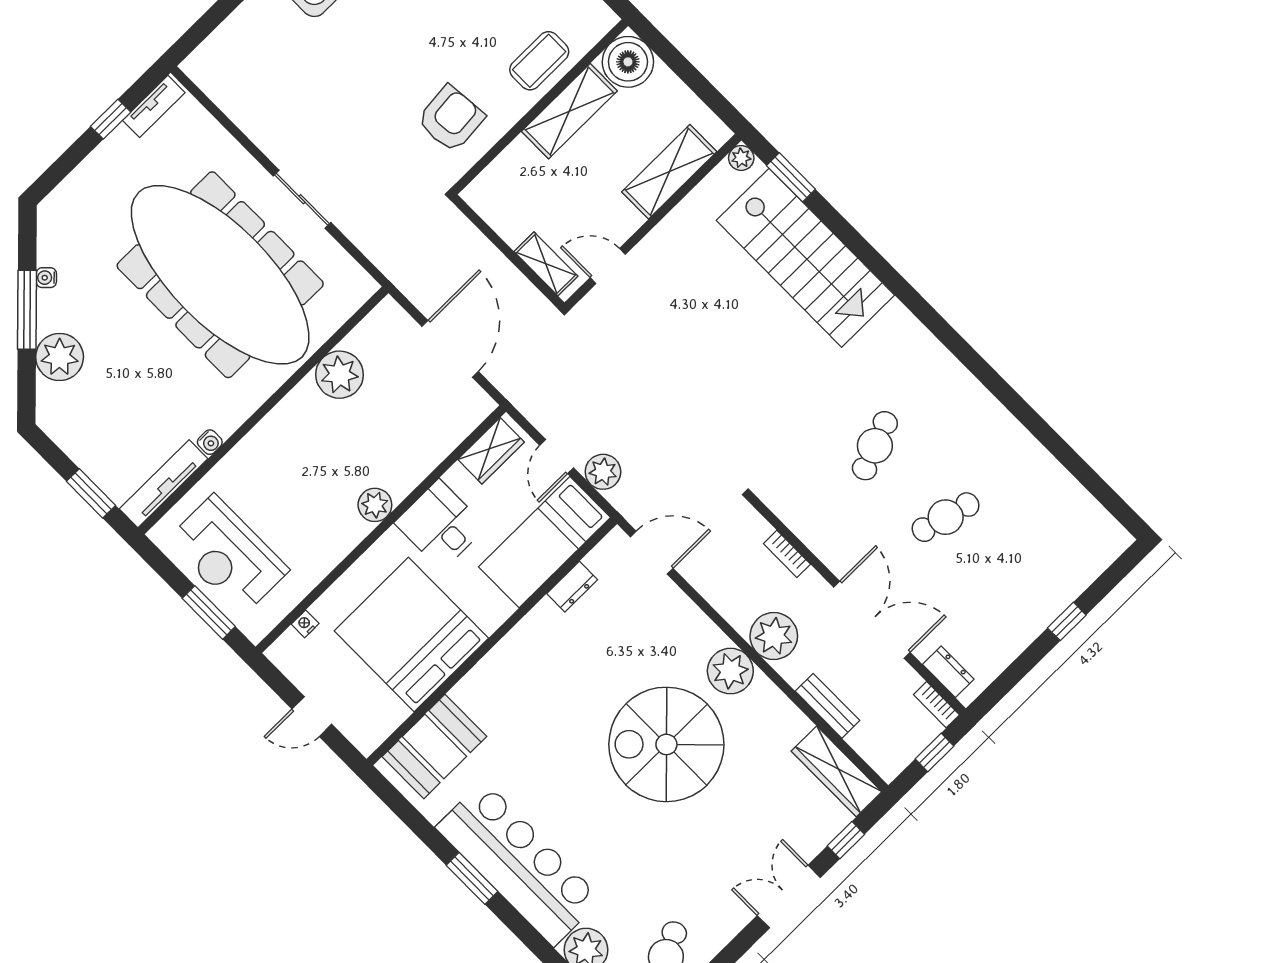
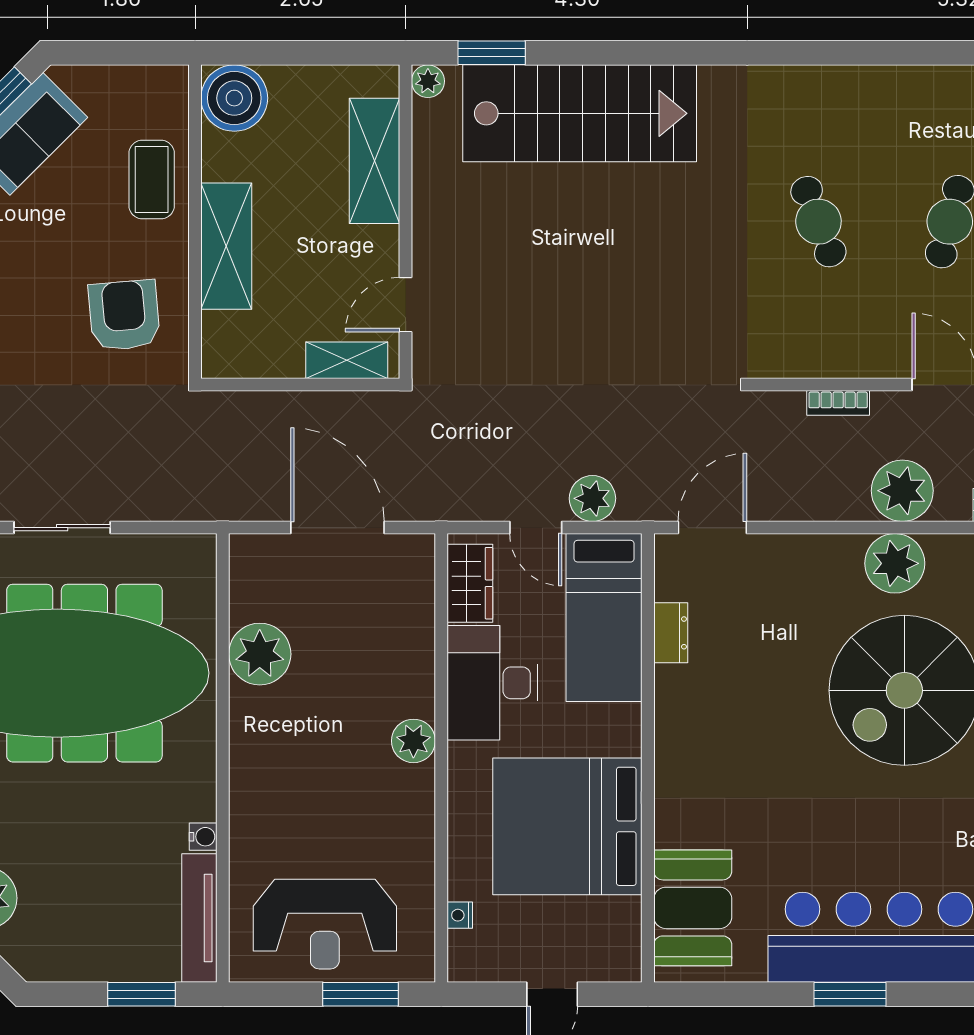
shelving: (569, 111) -> (226, 246), moved
desk: (440, 525) -> (492, 683), width x1.37

